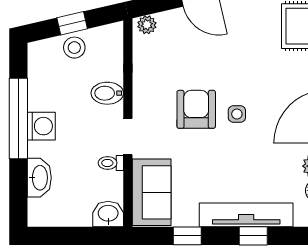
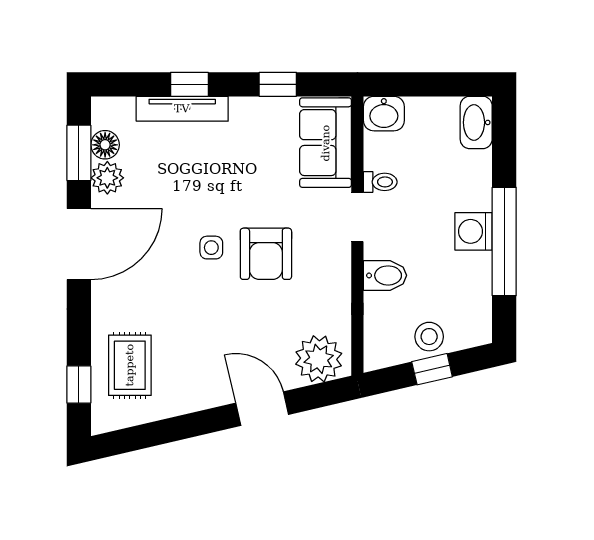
plant: (147, 25) -> (319, 359), width x1.88, depth x1.88
washbasin: (39, 178) -> (476, 122), moved
tv unit: (246, 215) -> (182, 109), width x0.73, depth x0.78

